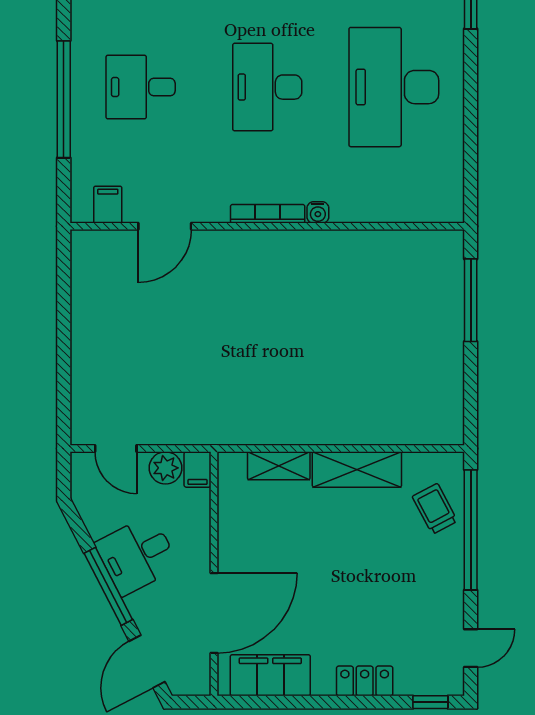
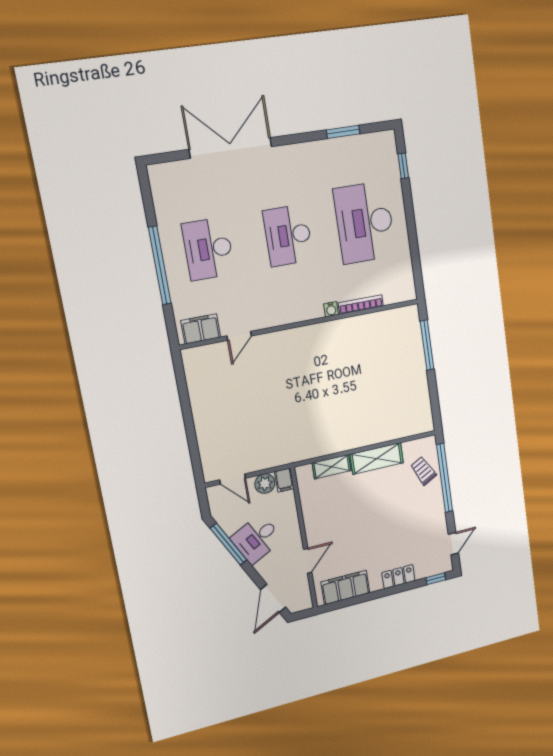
desk: (141, 87) -> (208, 249), width x1.37
filing cabinet: (108, 205) -> (201, 329), width x2.00
bookcase: (268, 214) -> (361, 304), moved
door: (165, 226) -> (239, 336), width x0.73
window: (108, 586) -> (229, 544), moved
door: (214, 613) -> (308, 561), width x0.53

